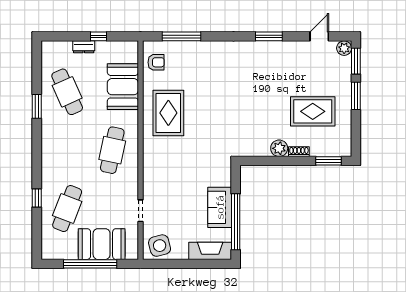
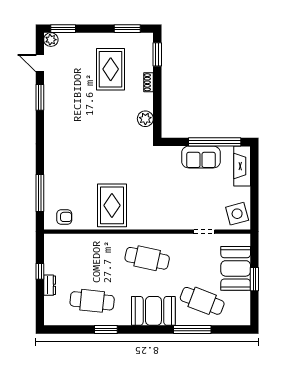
window: (269, 36) -> (40, 97), moved
armchair: (156, 62) -> (64, 217), turned 90
booth: (123, 87) -> (153, 311), moved
cafe table: (67, 92) -> (92, 301), turned 30
window: (356, 96) -> (127, 29), moved
rug: (168, 113) -> (112, 205), turned 90
plant: (279, 148) -> (145, 119), moved
window: (37, 198) -> (192, 329), width x2.17
window: (90, 264) -> (254, 279), width x0.47

